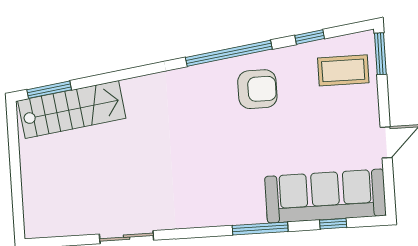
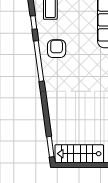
stairs: (72, 110) -> (79, 154), moved, turned -82

